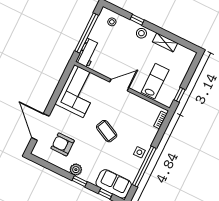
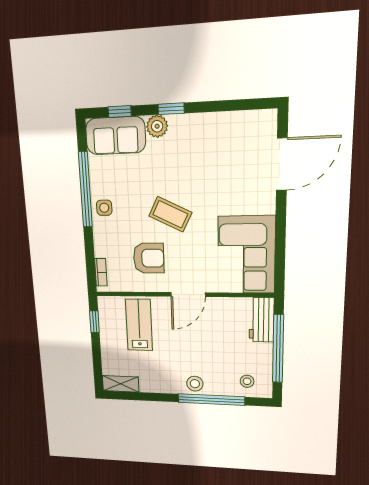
window: (137, 20) -> (211, 400), width x3.17
shelving: (165, 42) -> (121, 384), moved
lab bench: (155, 81) -> (139, 325), turned 180
door: (40, 127) -> (282, 164), hinge flipped
armchair: (63, 144) -> (149, 258), moved
plant: (76, 170) -> (157, 126), moved

